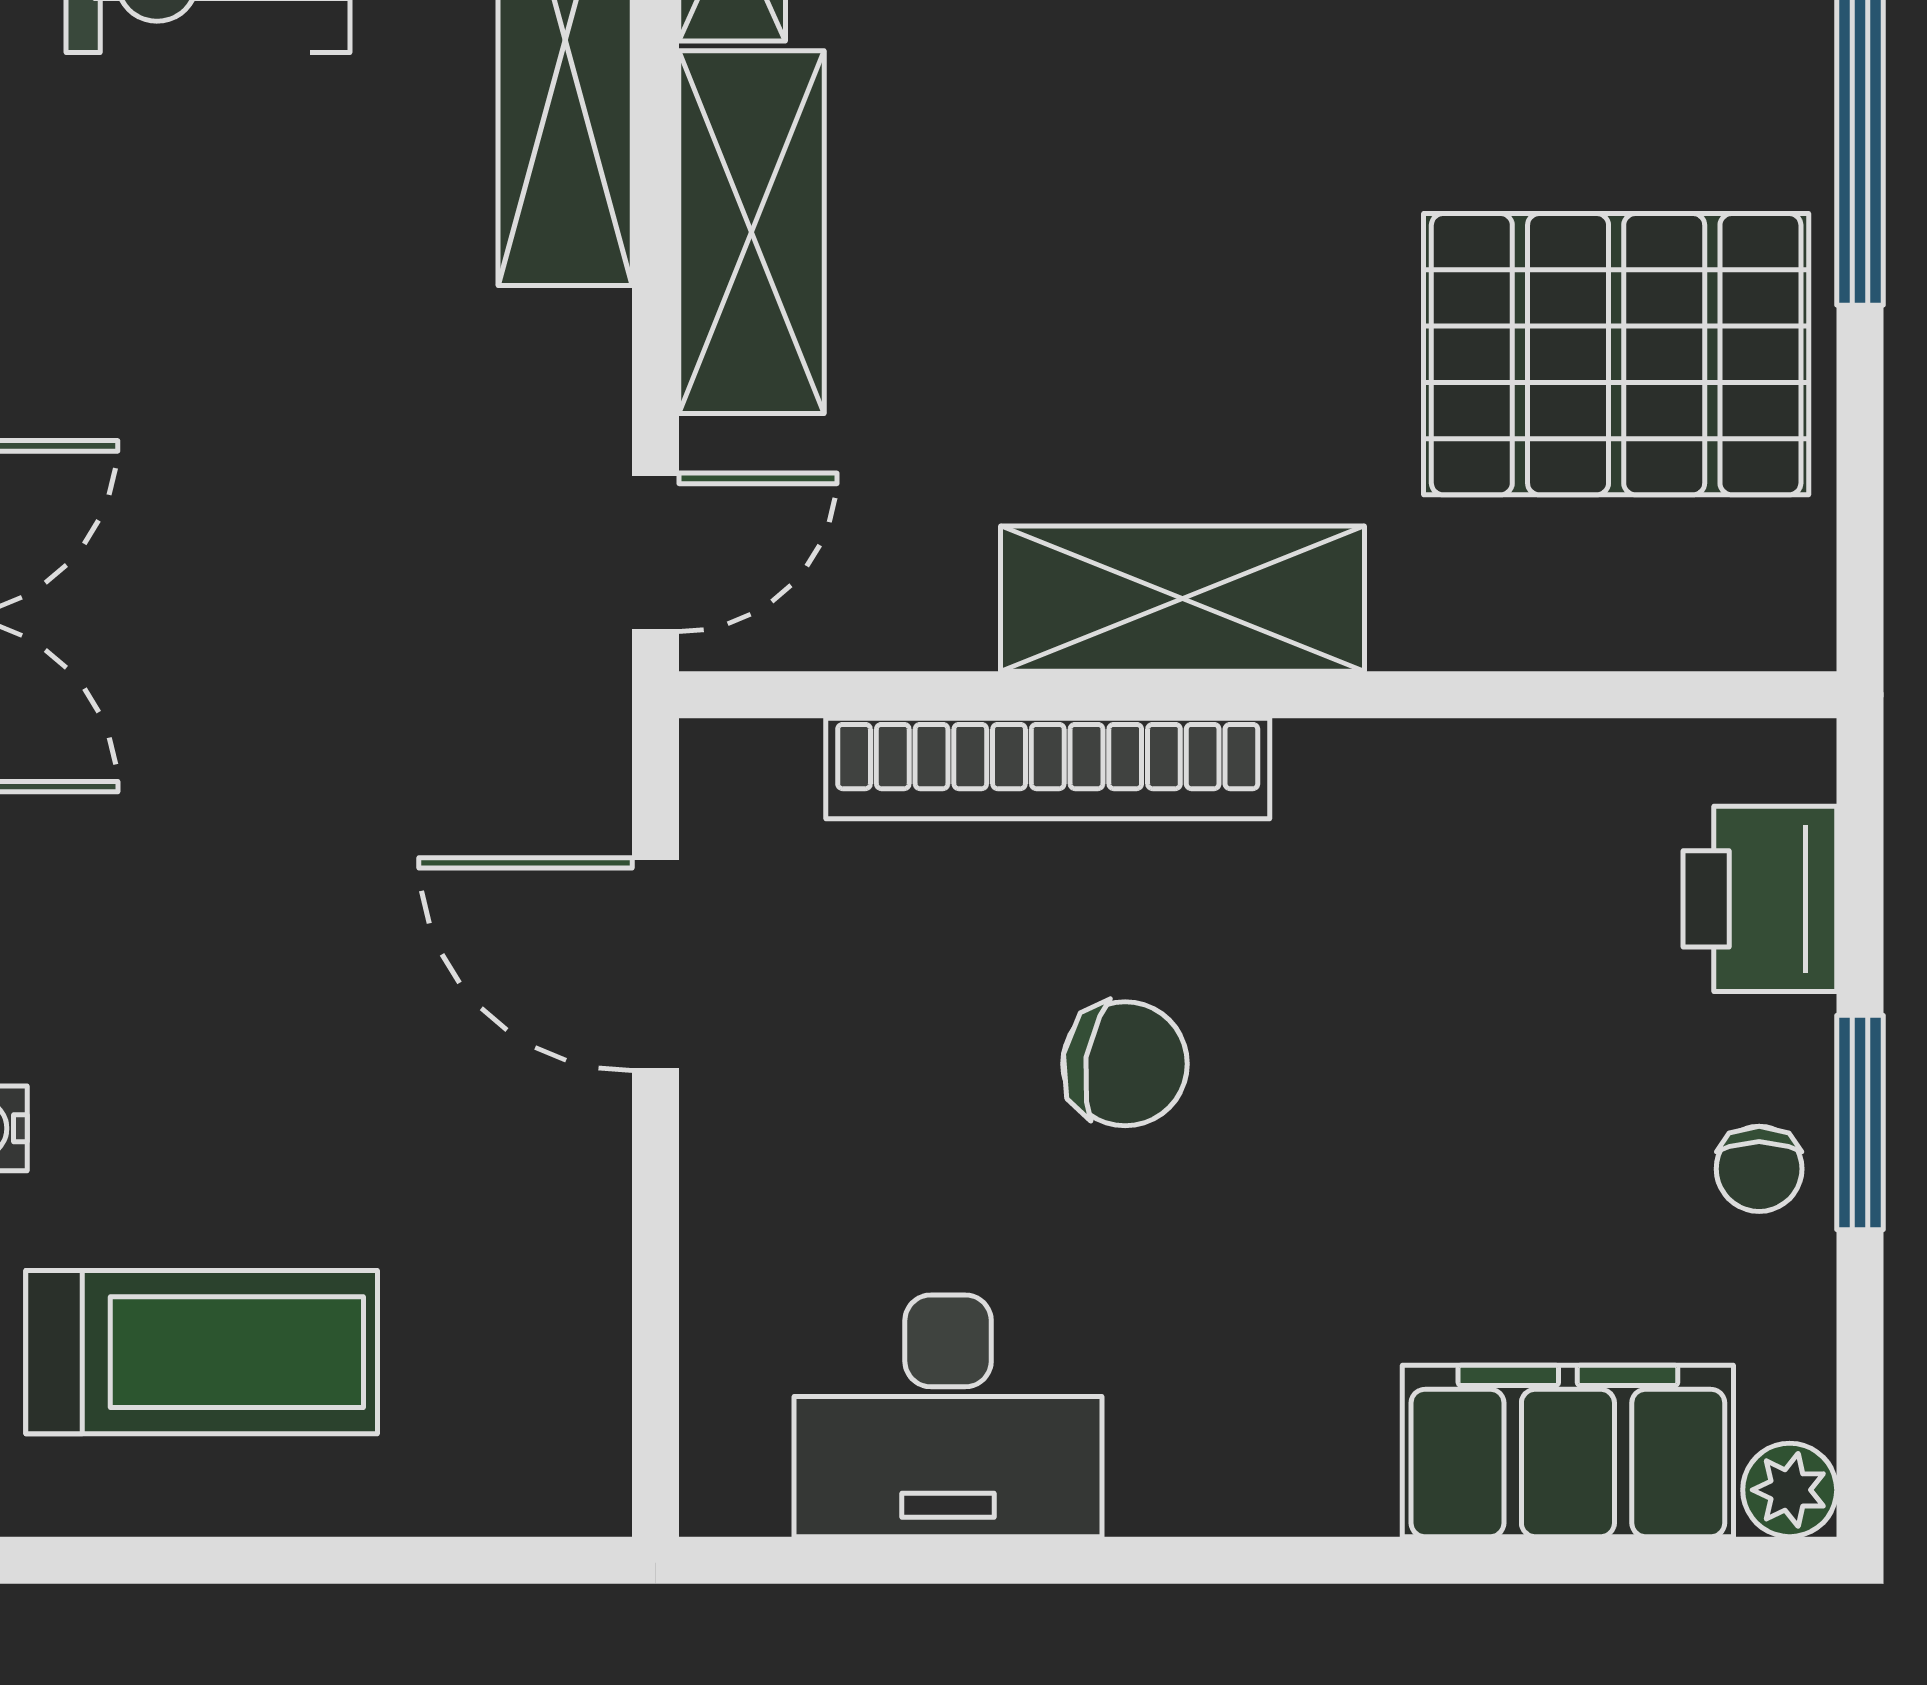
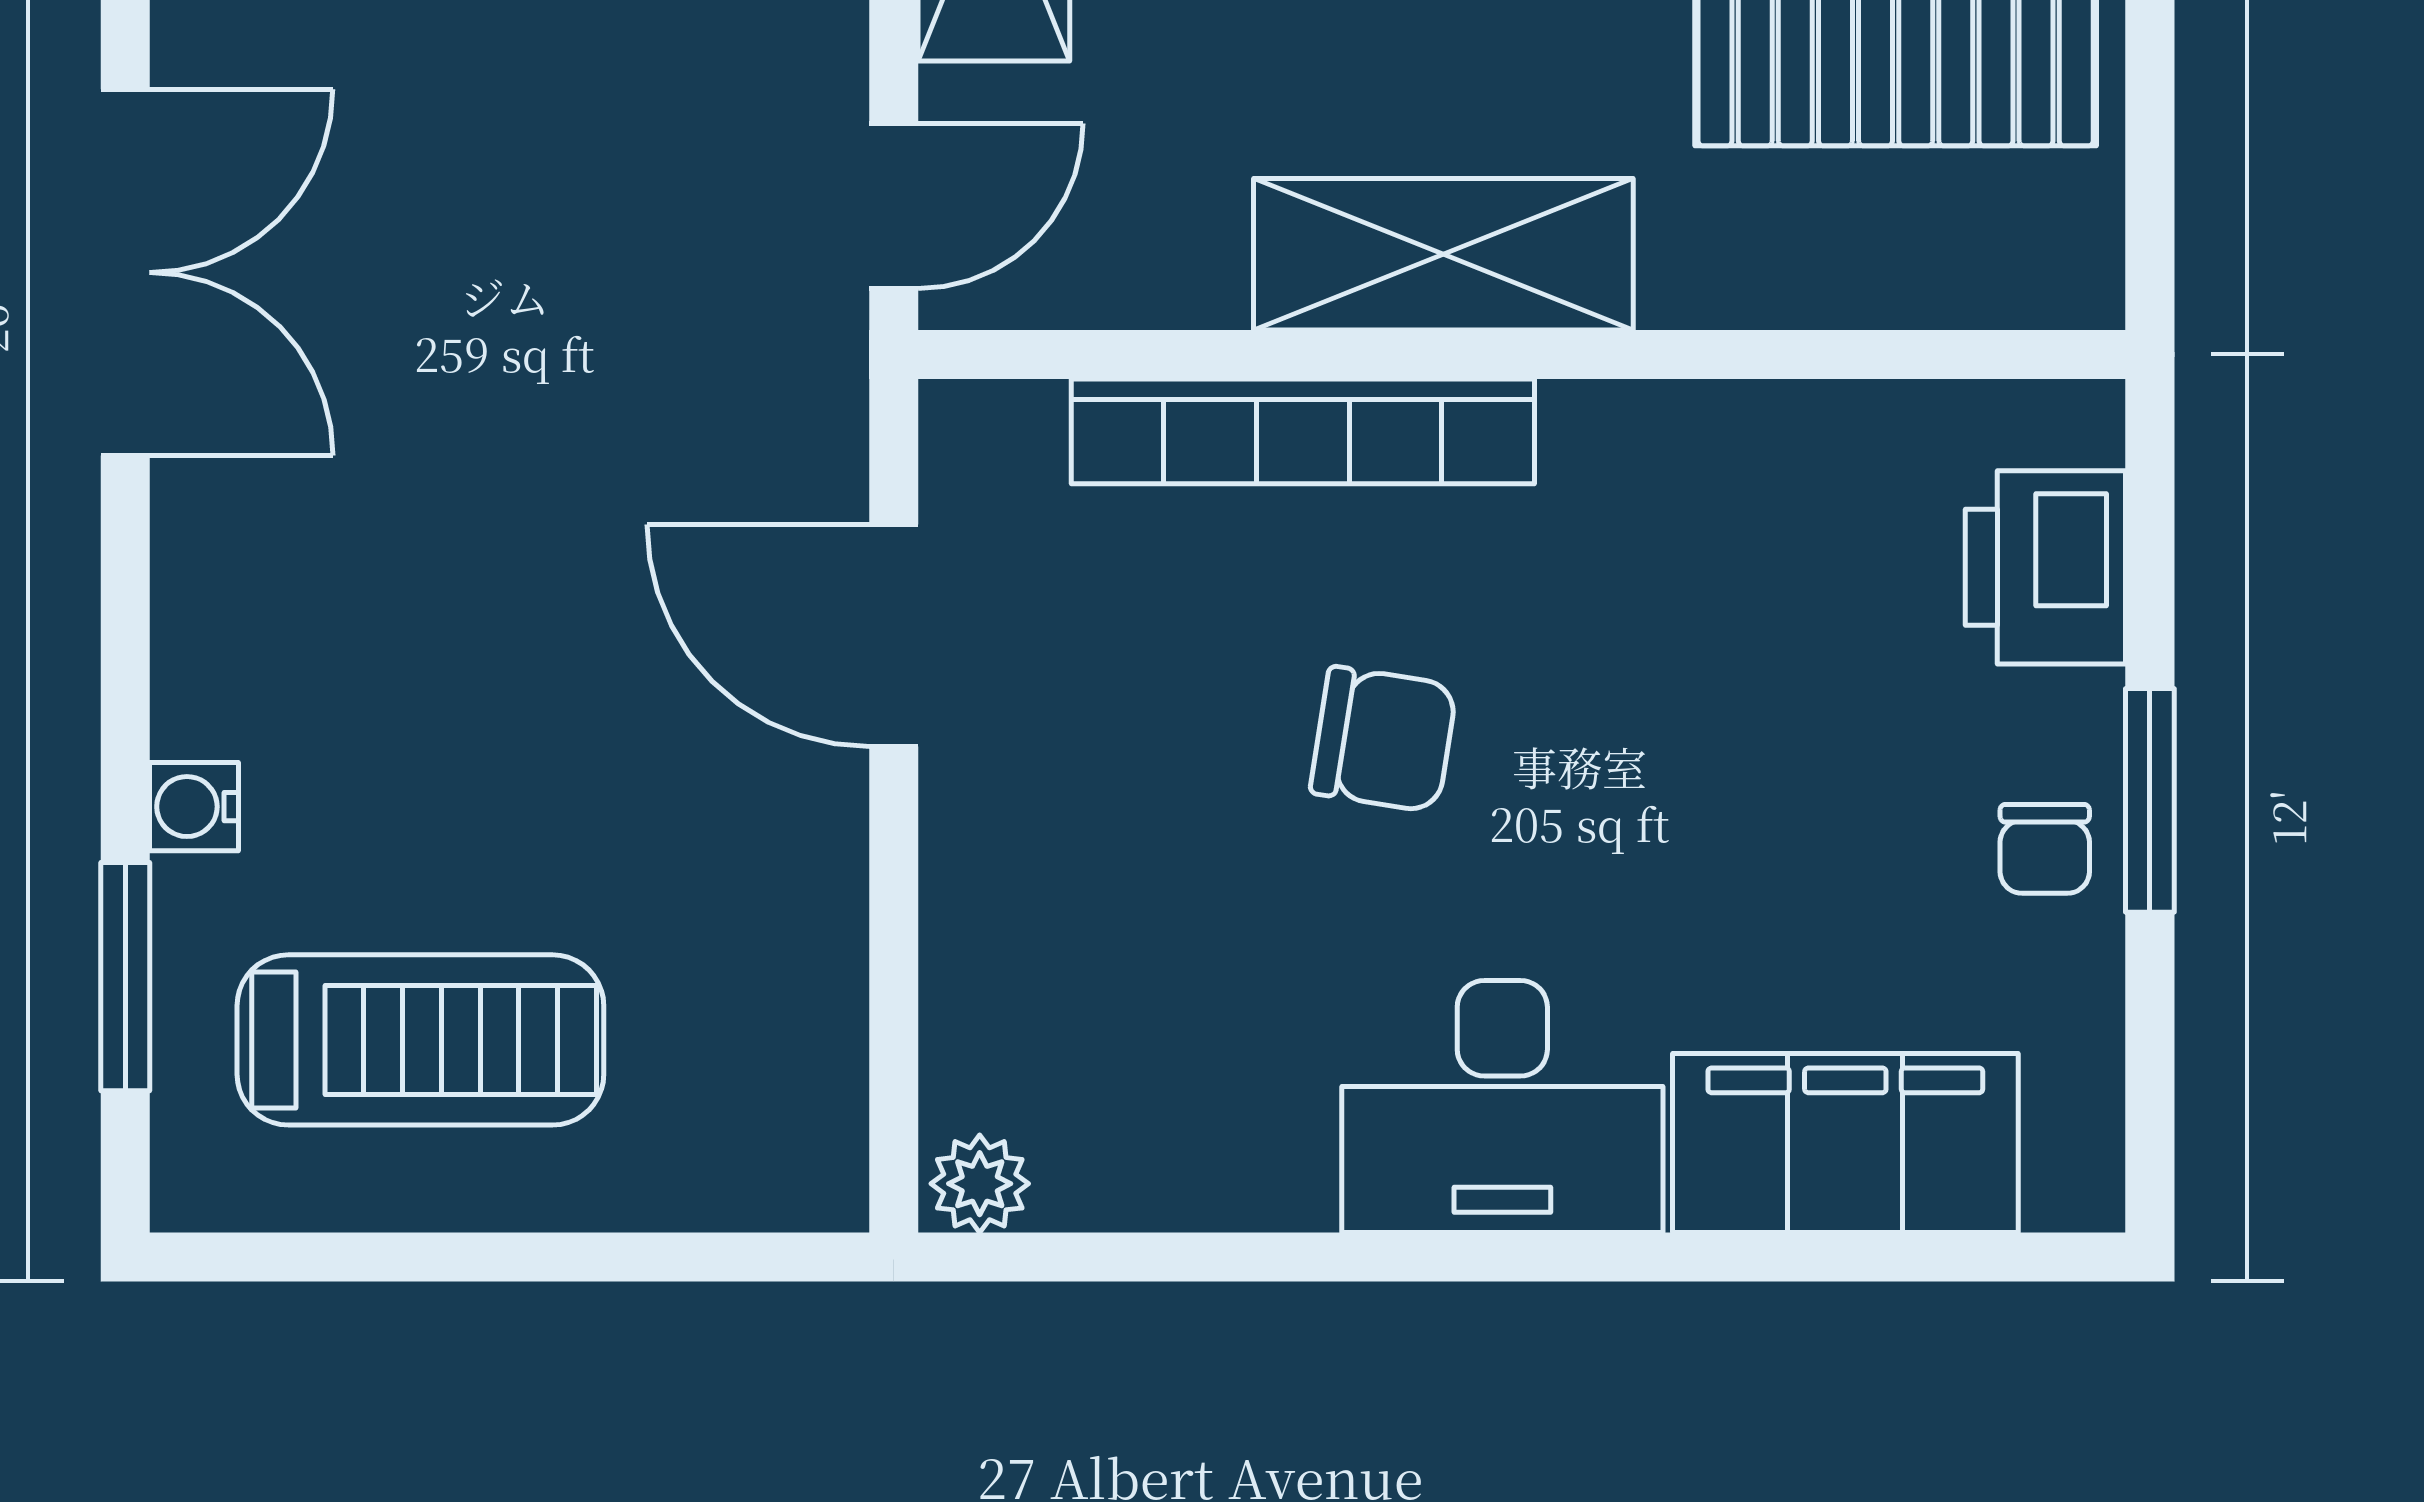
desk: (948, 1416) -> (1502, 1106), moved
plant: (1790, 1490) -> (980, 1184), moved

